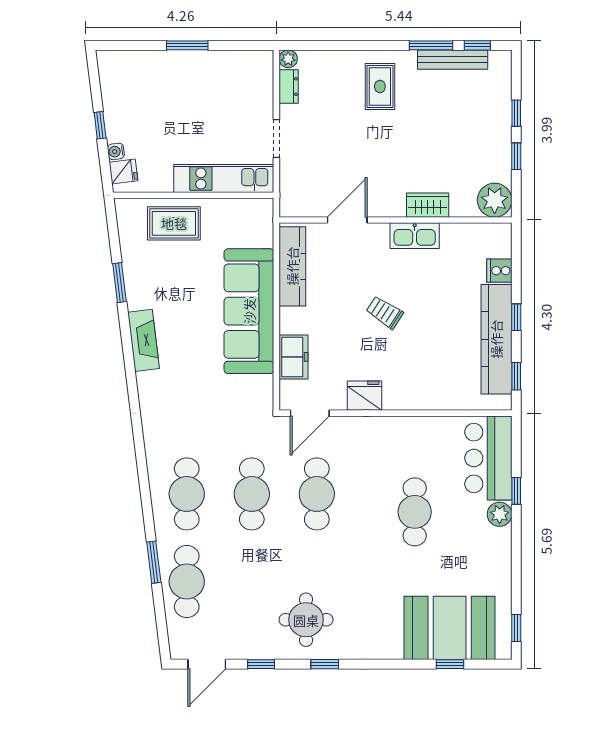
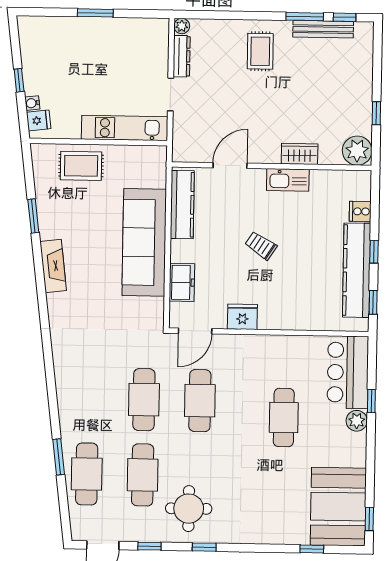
dresser: (289, 87) -> (182, 56), width x1.44
window: (516, 113) -> (377, 76), removed
cafe table: (187, 494) -> (143, 475), moved
booth: (450, 628) -> (338, 507), moved, turned 90

